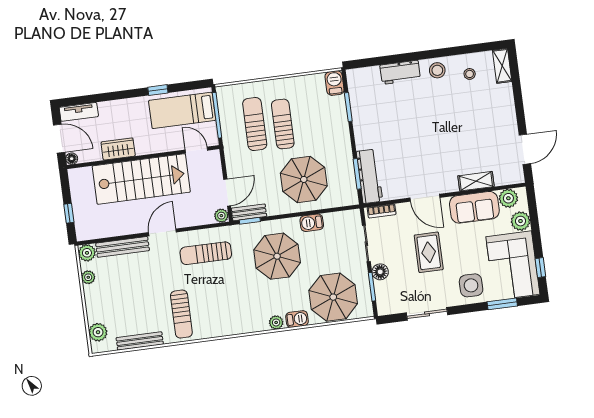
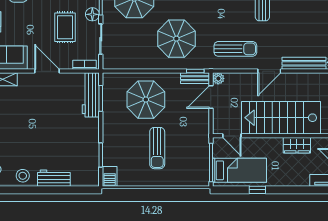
sun lounger: (255, 124) -> (181, 151), removed
barbecue: (312, 223) -> (144, 63), removed
rug: (429, 252) -> (65, 27), moved

